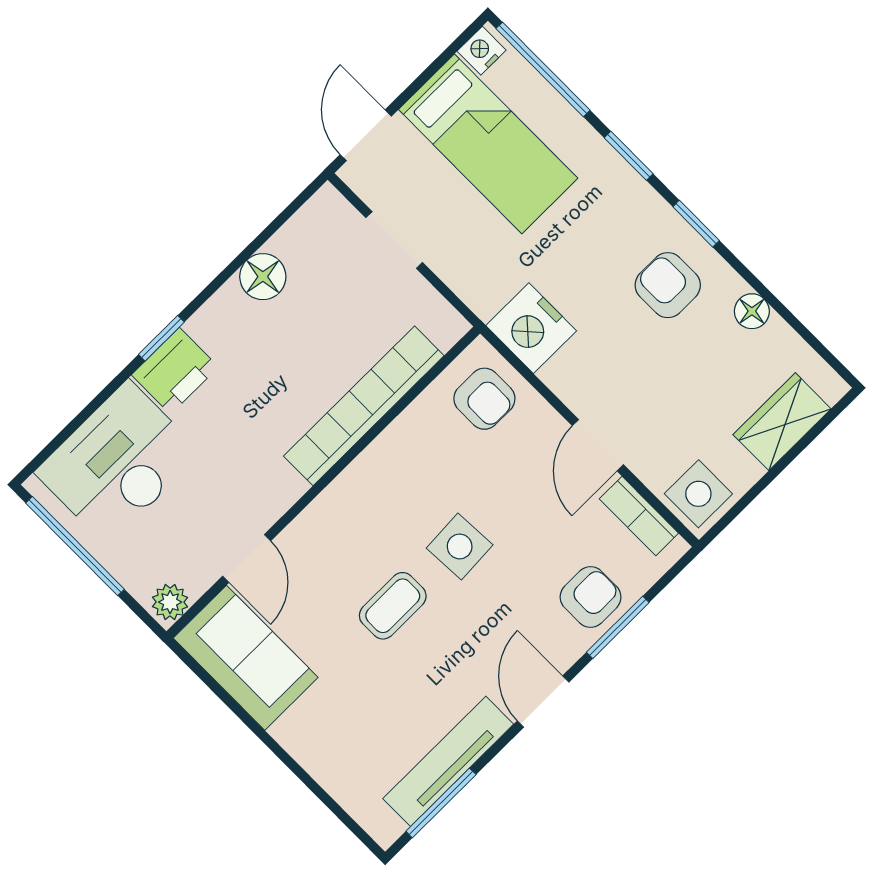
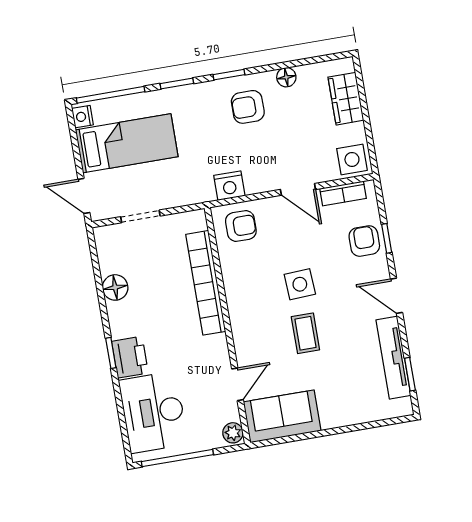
nightstand: (531, 328) -> (229, 186), width x0.74, depth x0.75
door: (247, 558) -> (238, 384), hinge flipped
window: (618, 627) -> (387, 238), width x0.67
window: (441, 803) -> (410, 374), width x0.67

